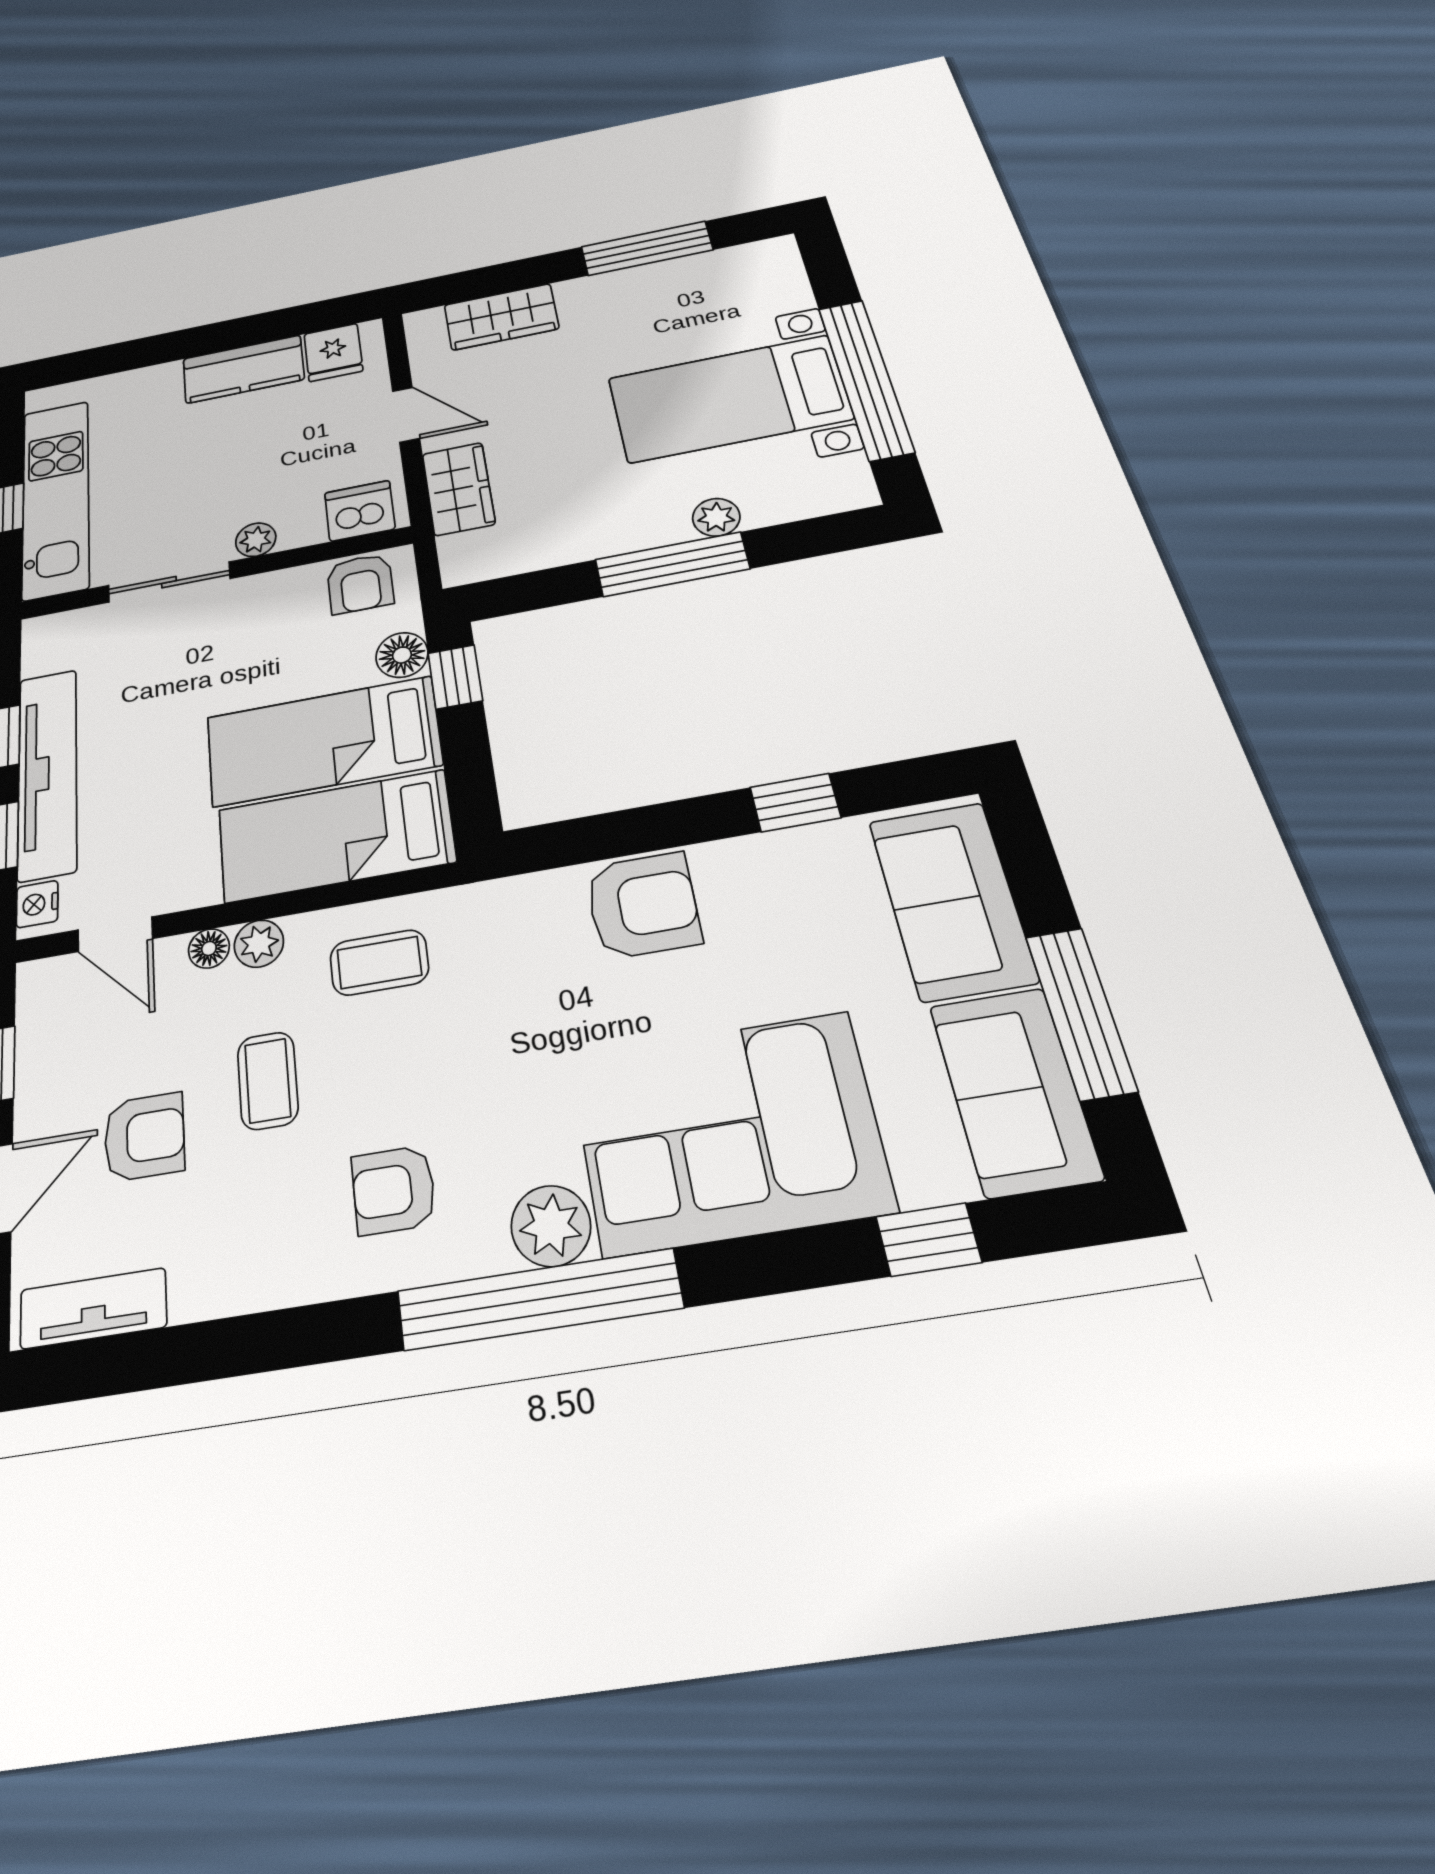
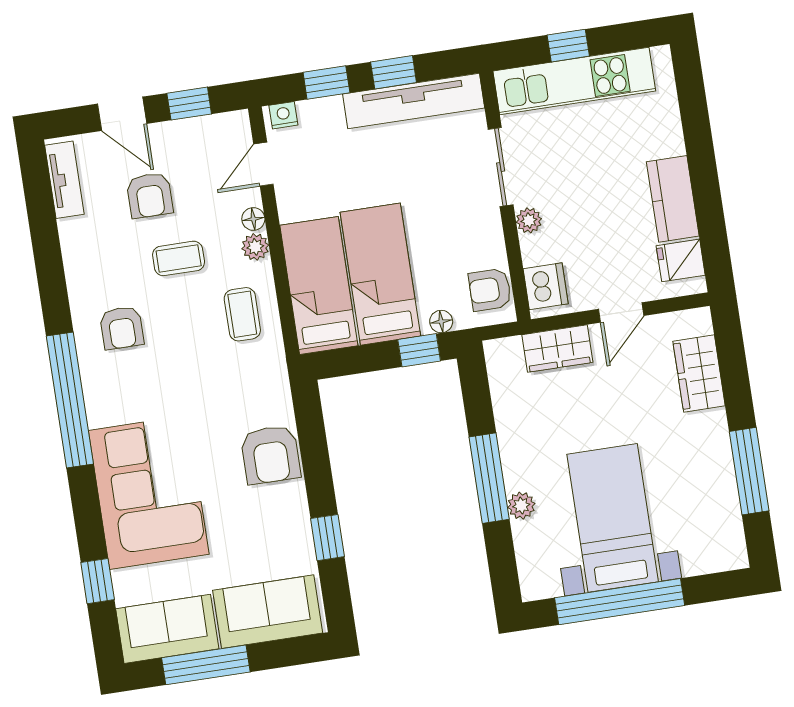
floor lamp: (402, 655) -> (441, 322), width x0.73, depth x0.73
tv unit: (48, 773) -> (414, 101), moved
armchair: (394, 1190) -> (122, 328), turned 180
plant: (551, 1226) -> (104, 406), removed

